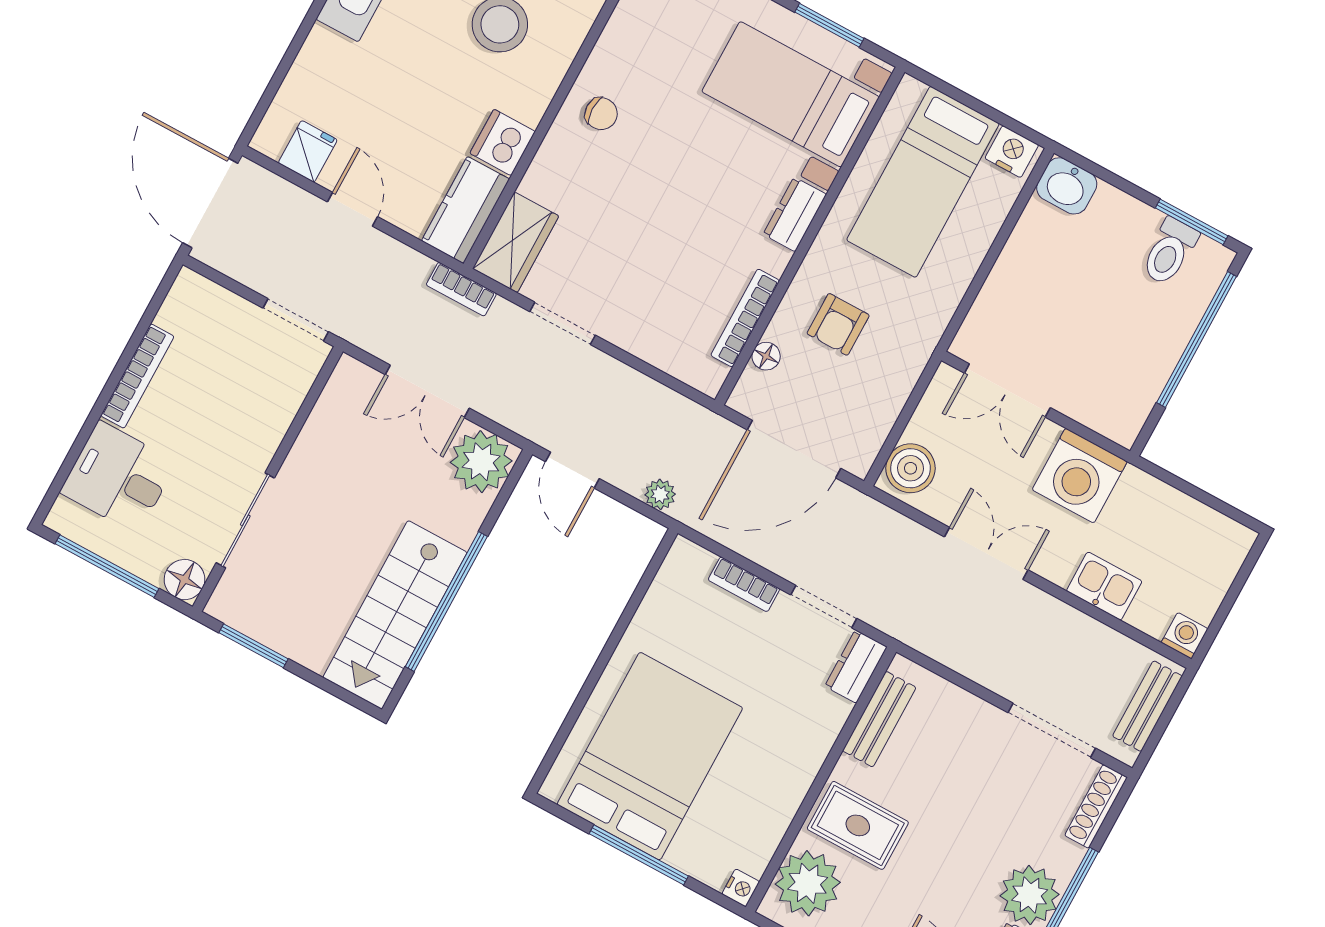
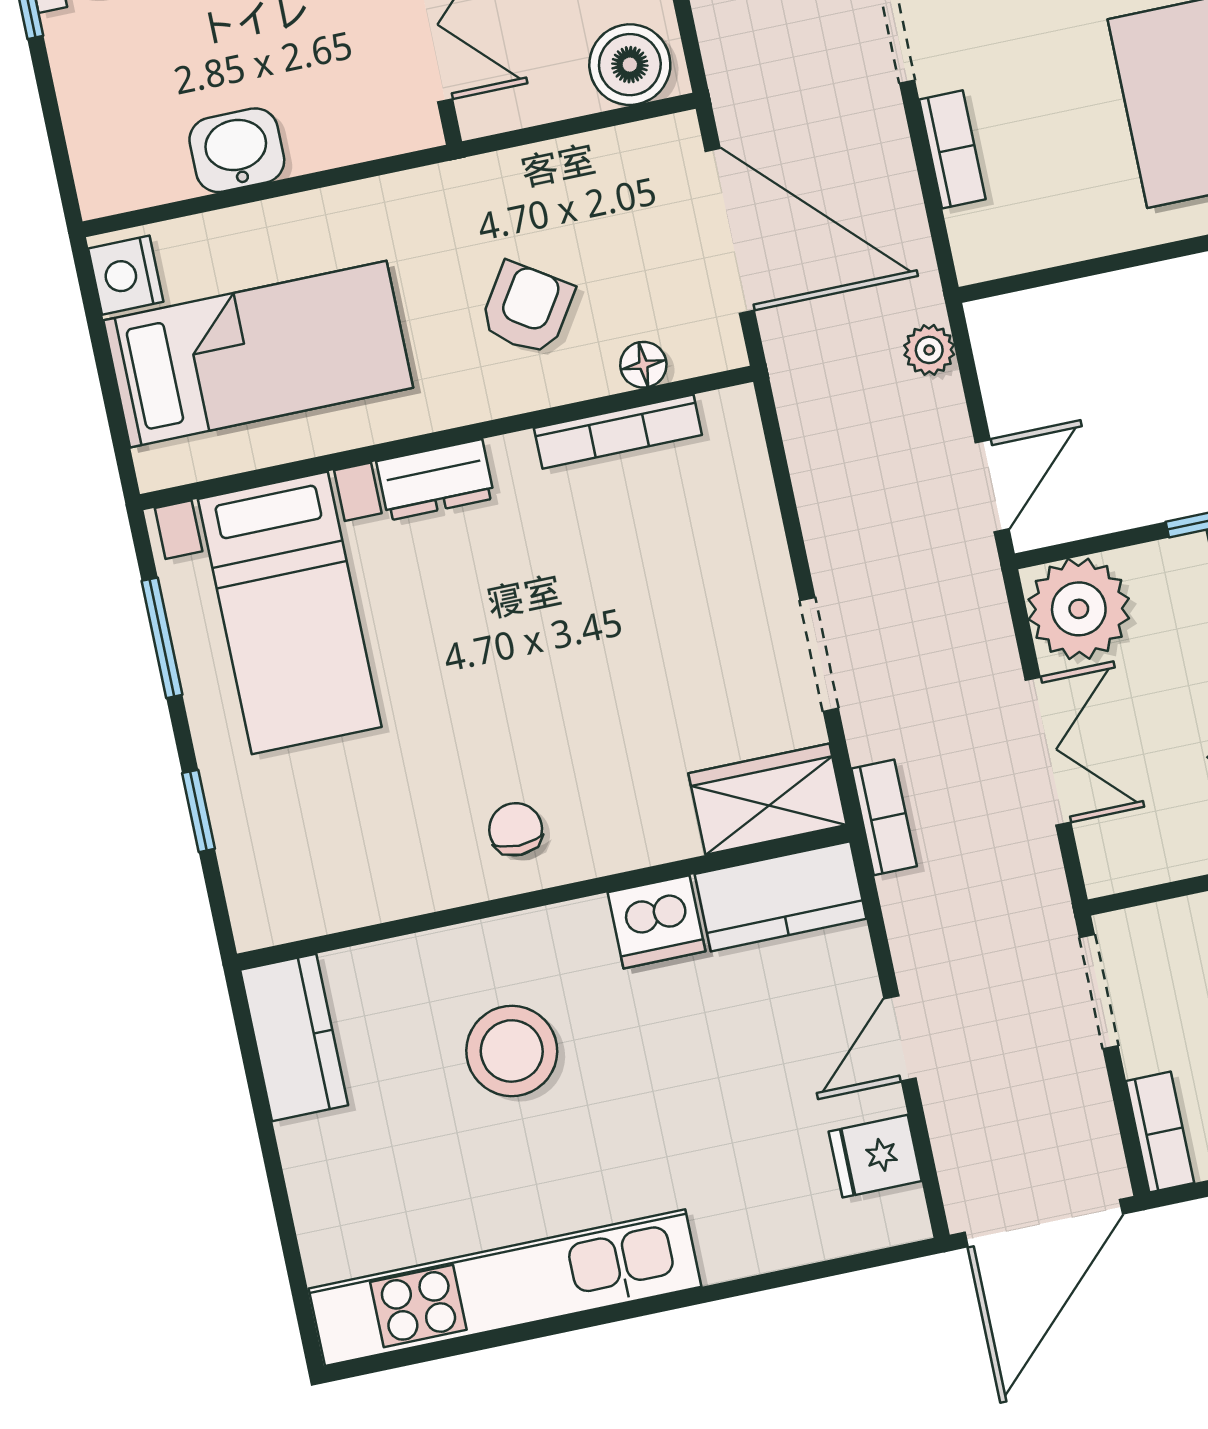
washbasin: (1067, 186) -> (237, 150), moved, turned -90
bookcase: (207, 293) -> (1160, 1132), added
armchair: (838, 324) -> (527, 308), turned -57

